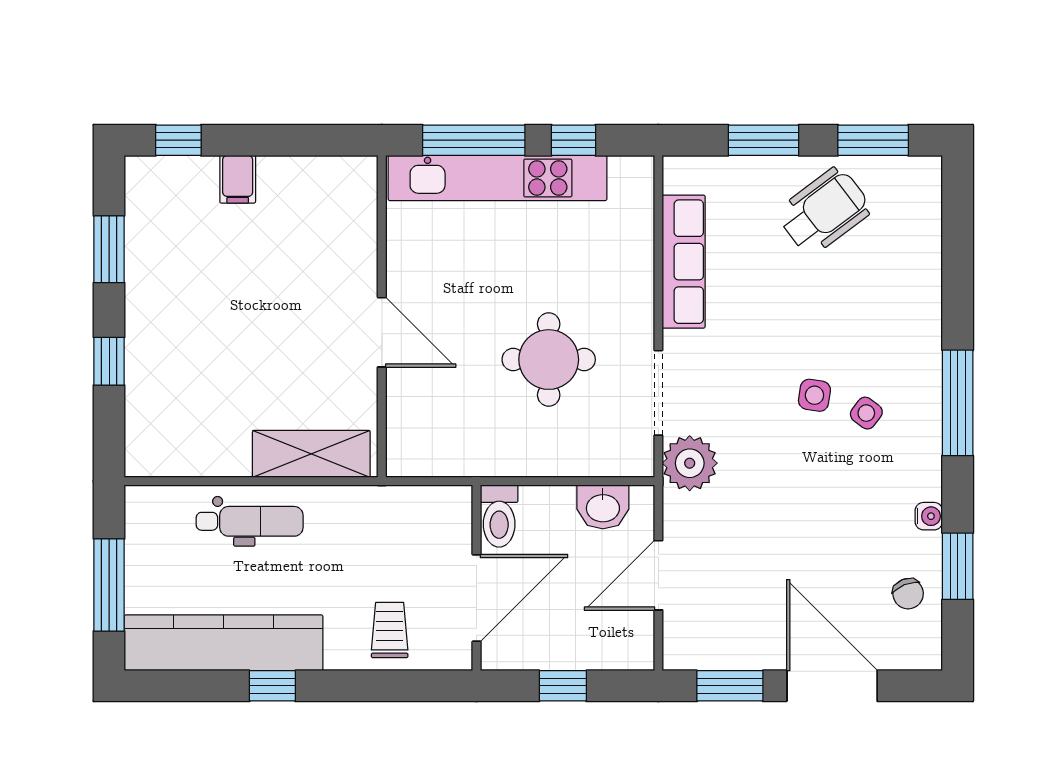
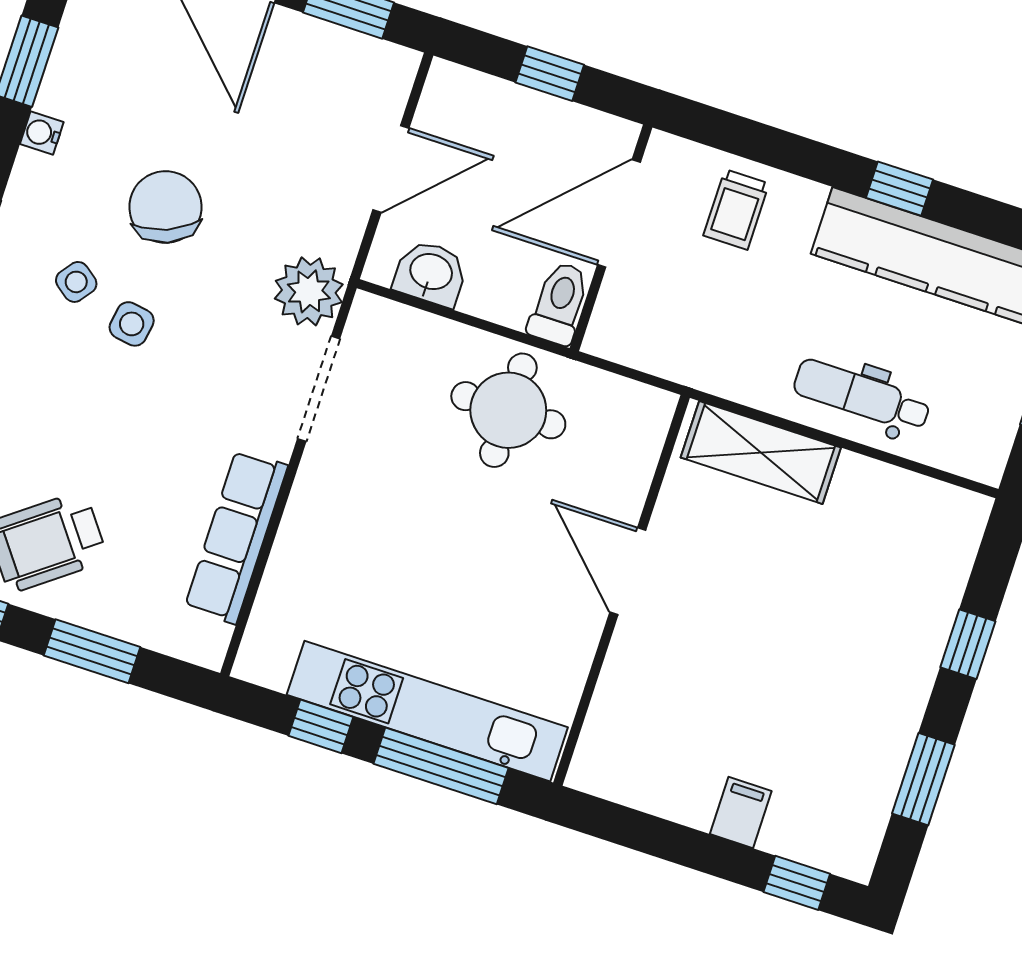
round table: (549, 360) -> (508, 410), moved
chair: (908, 594) -> (165, 207), moved, width x1.87, depth x1.87

